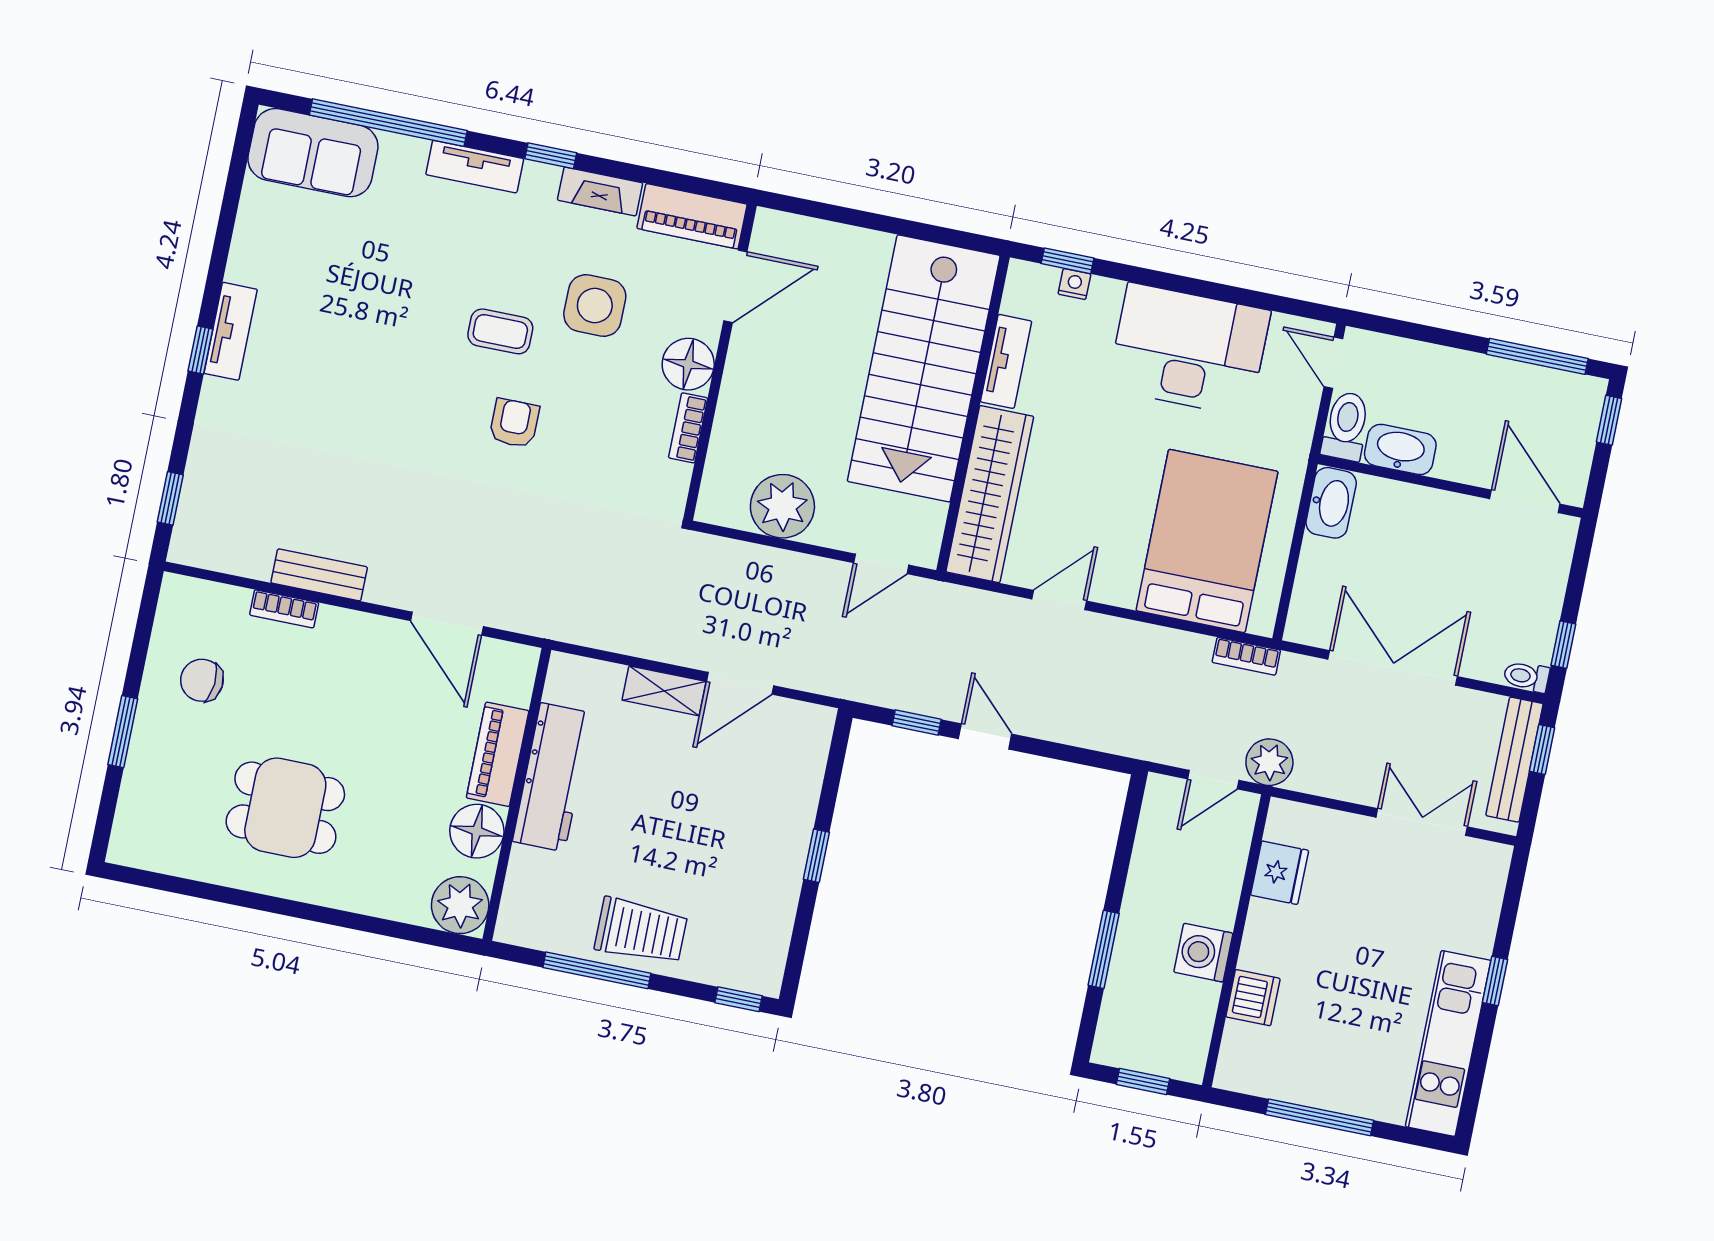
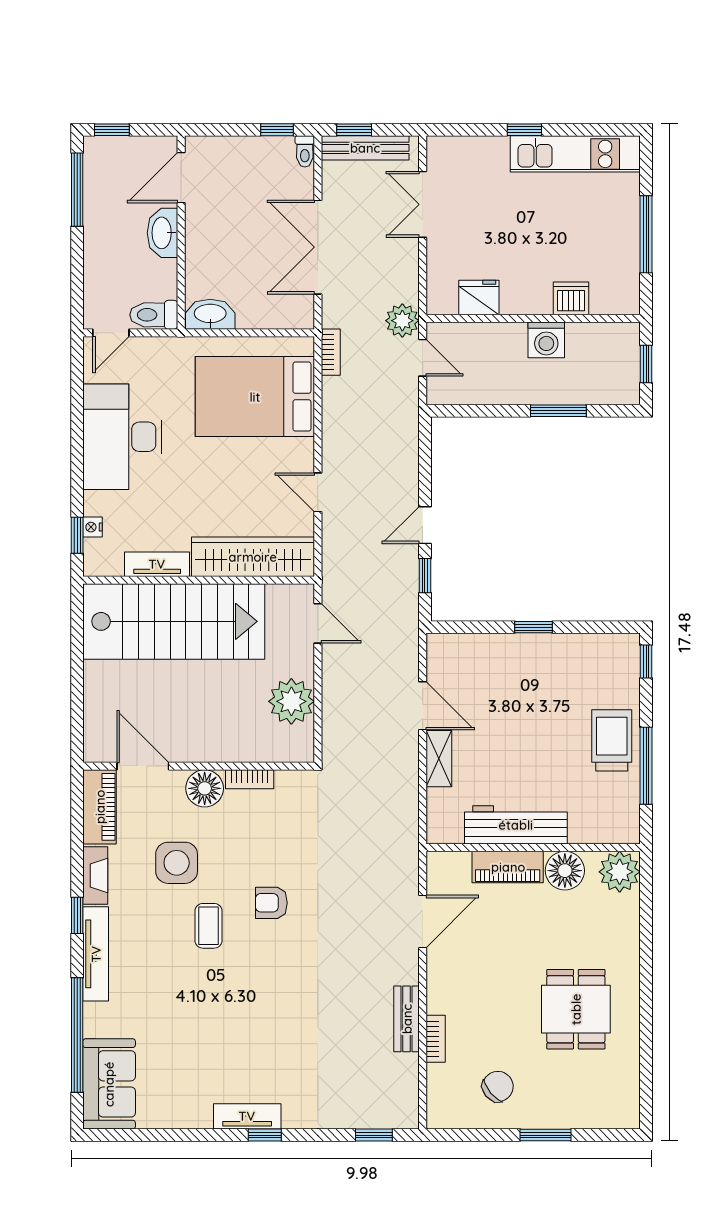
tv unit: (475, 167) -> (96, 954), width x1.41
washbasin: (1400, 449) -> (163, 233), moved
chair: (202, 680) -> (498, 1087), turned -135

